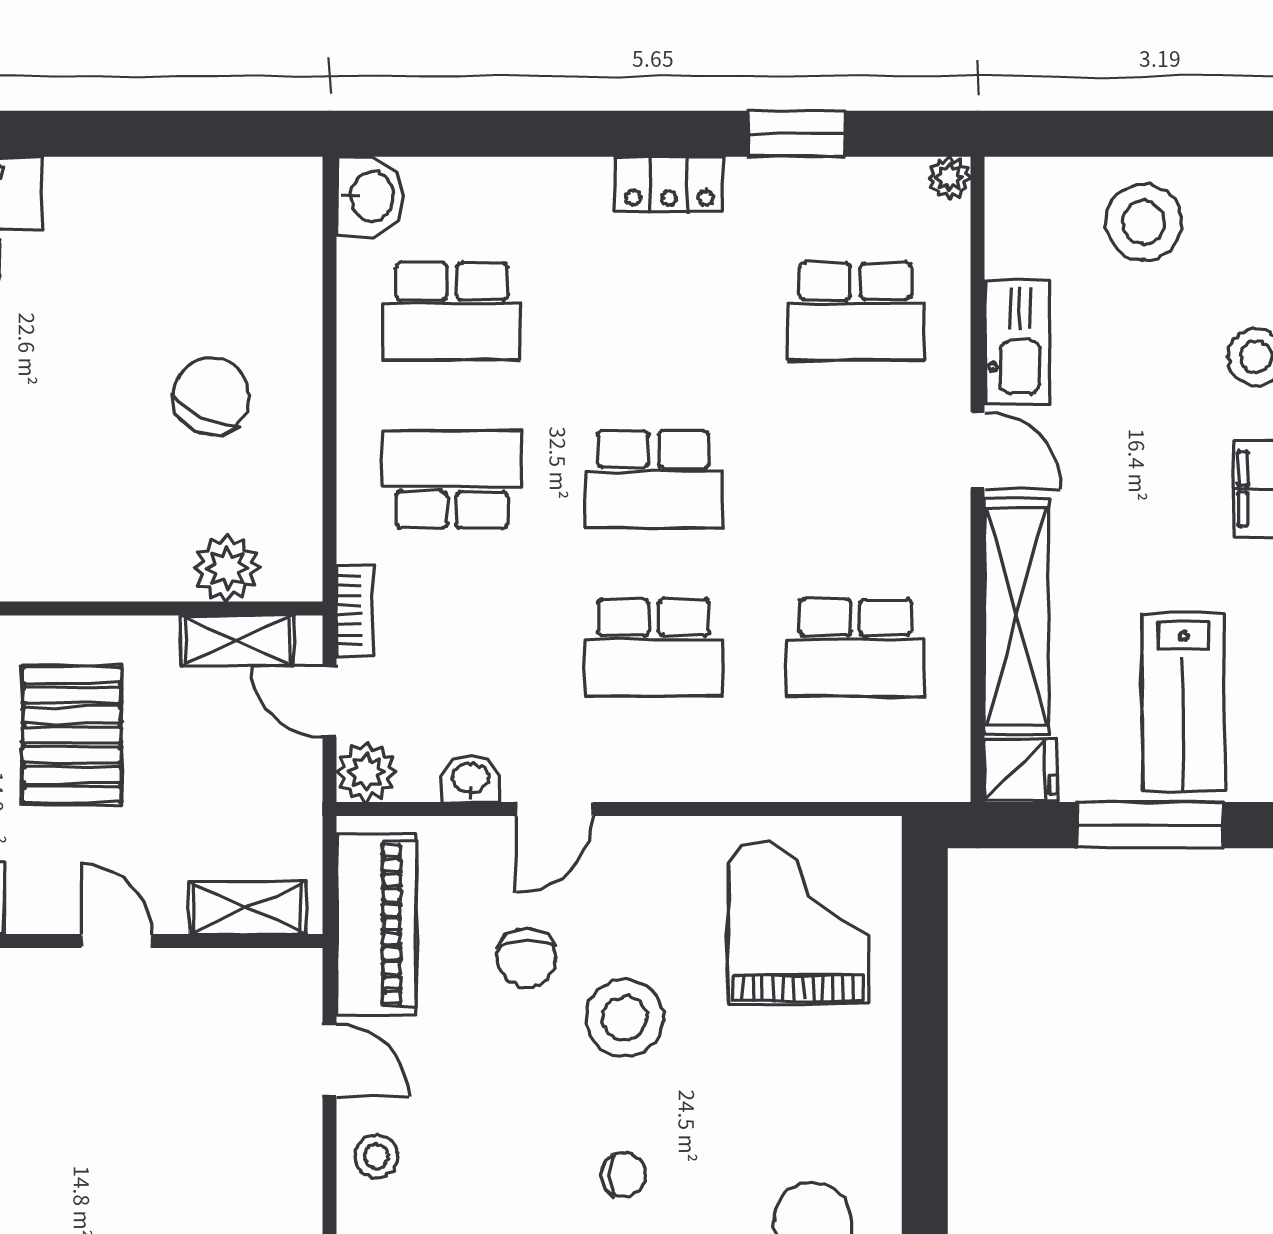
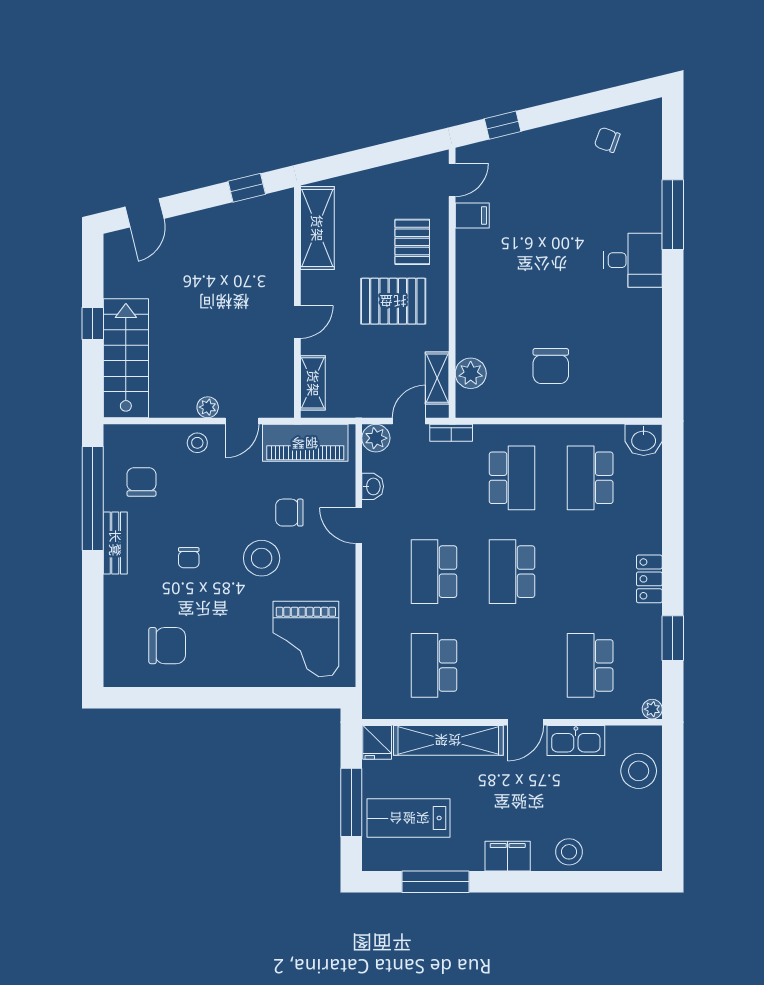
stool: (1144, 222) -> (639, 771), moved
chair: (211, 396) -> (551, 366), turned 64
grand piano: (798, 923) -> (306, 639), turned 90
plant: (300, 1134) -> (208, 407), added

